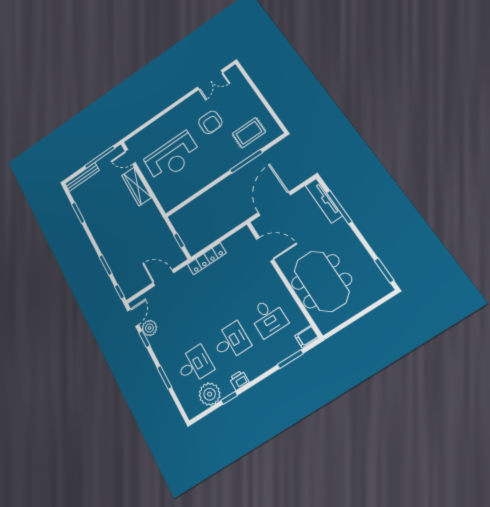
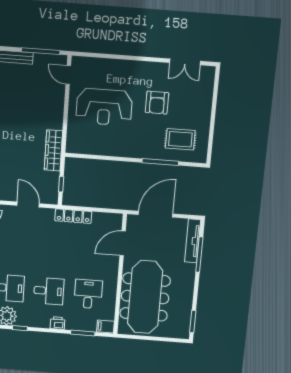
wardrobe: (137, 186) -> (53, 150), moved
door: (265, 249) -> (123, 243), swing flipped
meeting table: (321, 281) -> (145, 297), width x1.36
desk: (268, 317) -> (88, 294), turned 180
printer: (239, 380) -> (58, 323), moved

